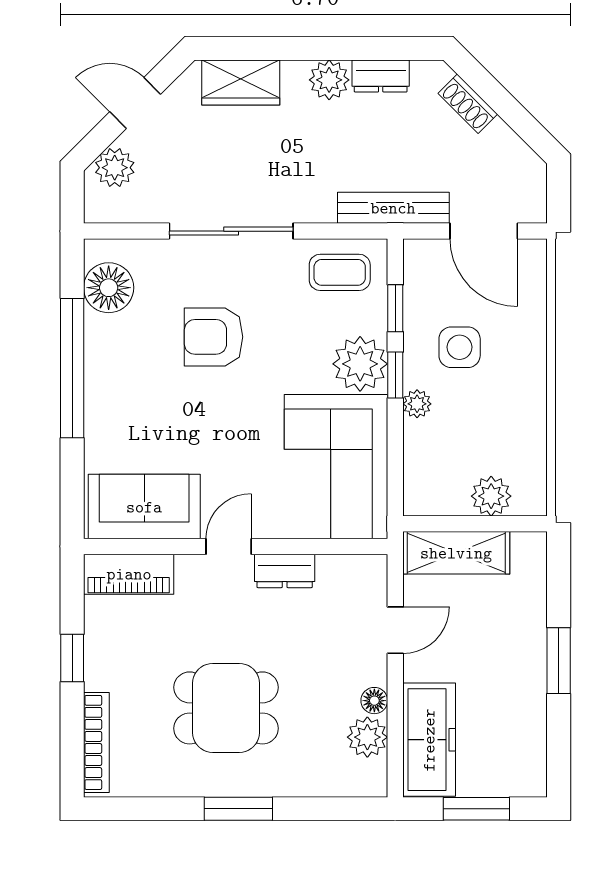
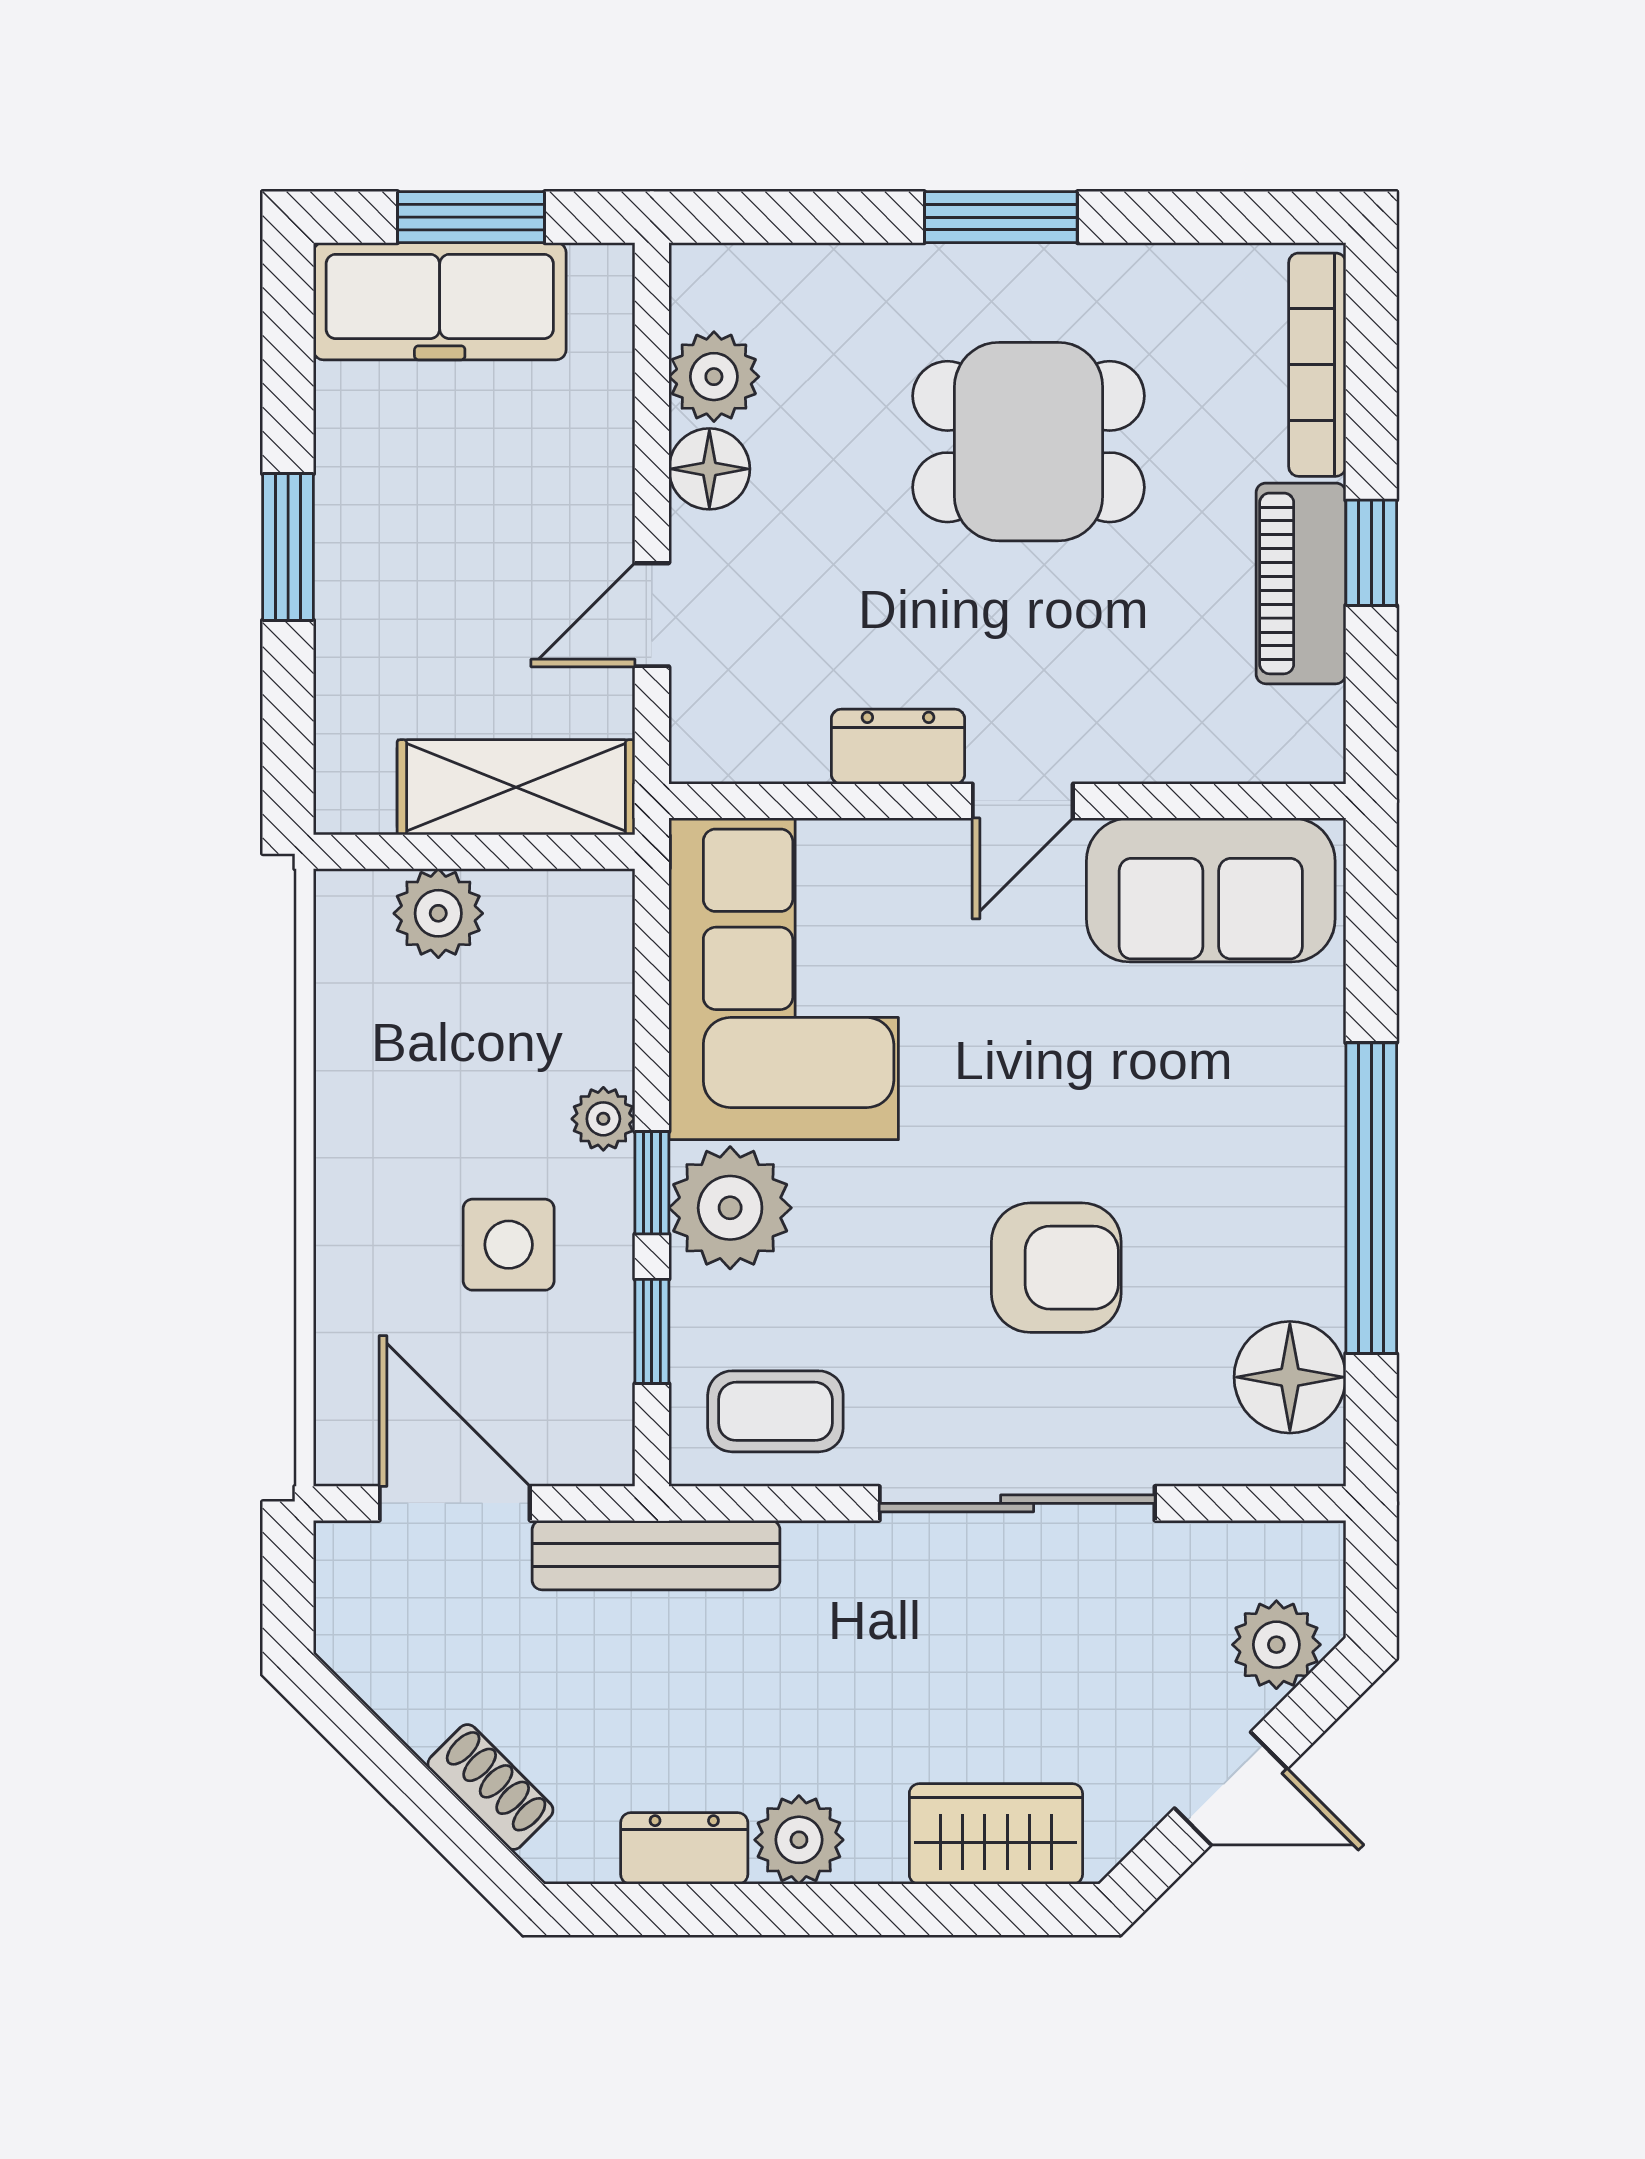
piano: (129, 574) -> (1301, 583), moved, turned -90
floor lamp: (374, 701) -> (709, 469), width x1.37, depth x1.37
freezer: (429, 740) -> (440, 301), moved, turned -90

